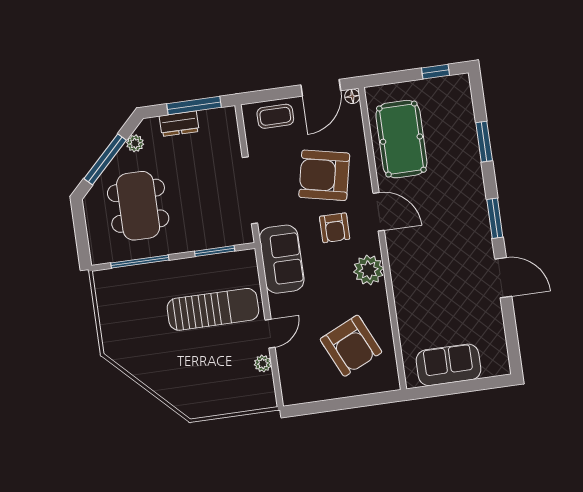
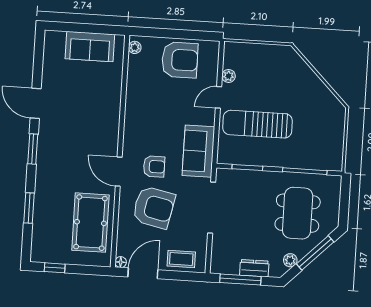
armchair: (335, 228) -> (154, 167), turned 90
plant: (369, 270) -> (135, 47), moved, width x0.53, depth x0.53
armchair: (351, 346) -> (180, 60), moved, turned 115

